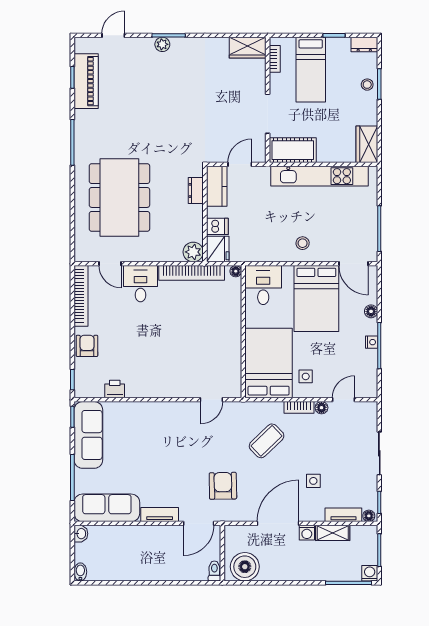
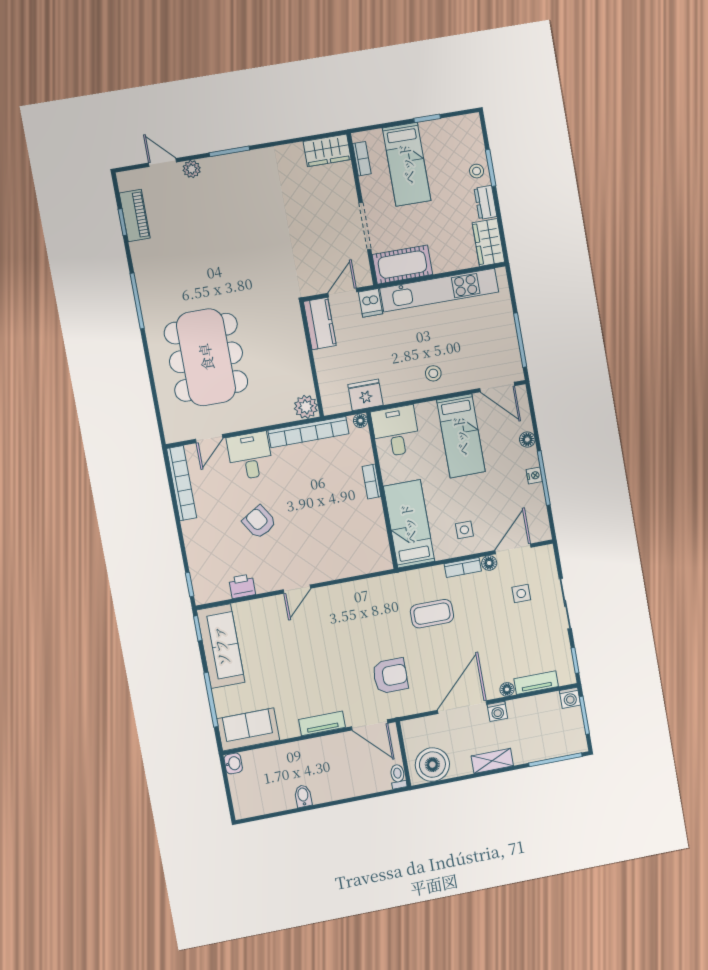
door: (113, 35) -> (163, 163), hinge flipped
plant: (162, 44) -> (192, 169), moved
dresser: (364, 44) -> (485, 202), moved, turned 90
piano: (86, 81) -> (135, 215), width x0.73, depth x0.75
dresser: (196, 190) -> (296, 333), removed
dishwasher: (217, 226) -> (370, 303), moved, turned 90
fridge: (218, 249) -> (365, 395), moved, turned -90
door: (110, 264) -> (209, 439), hinge flipped
bed: (316, 299) -> (461, 436), width x0.67
bookcase: (236, 323) -> (371, 482), added
armchair: (87, 346) -> (259, 522), moved, turned -32
bed: (269, 363) -> (409, 524), width x0.67
door: (211, 400) -> (297, 589), moved
door: (343, 400) -> (513, 549), width x1.38
coffee table: (267, 441) -> (432, 614), turned 44
side table: (313, 481) -> (521, 593), moved
armchair: (223, 486) -> (390, 676), turned 91
sofa: (107, 508) -> (248, 729), width x0.73
floor lamp: (369, 516) -> (507, 689), moved
door: (199, 523) -> (370, 725), hinge flipped
shelving: (333, 533) -> (492, 761), moved
bidet: (80, 572) -> (303, 796), moved
washing machine: (370, 573) -> (570, 698), moved, turned 180

